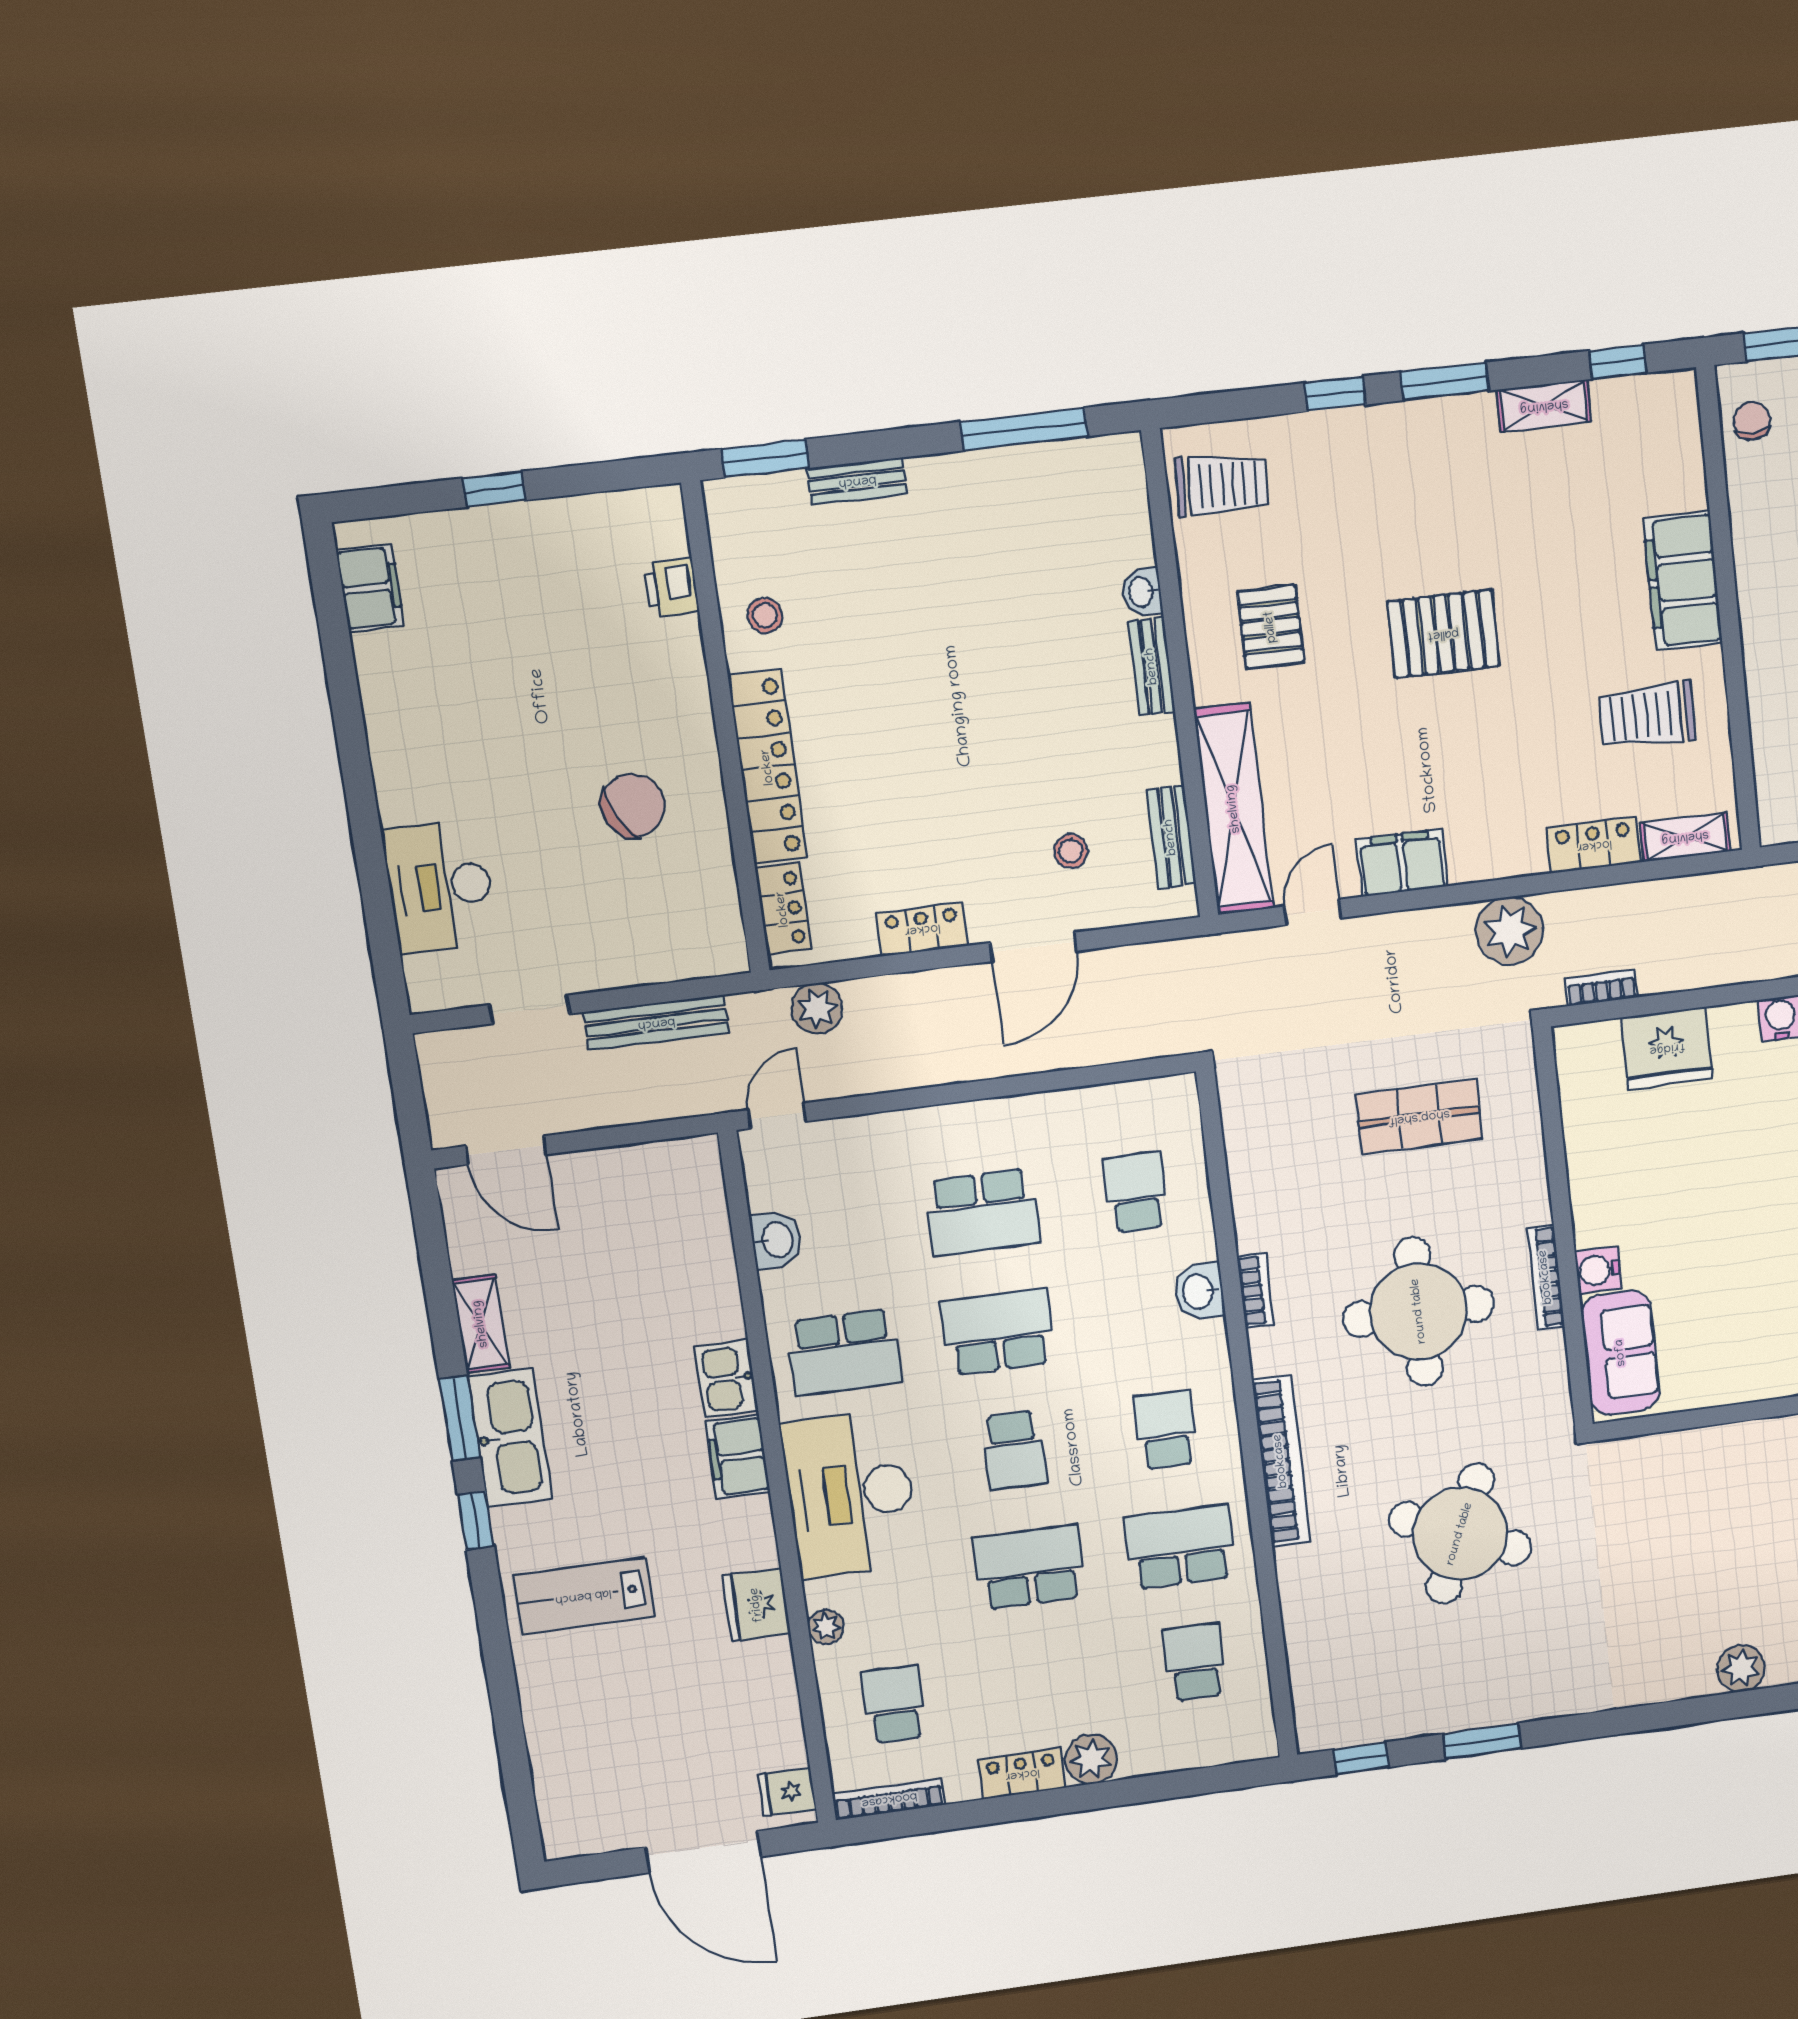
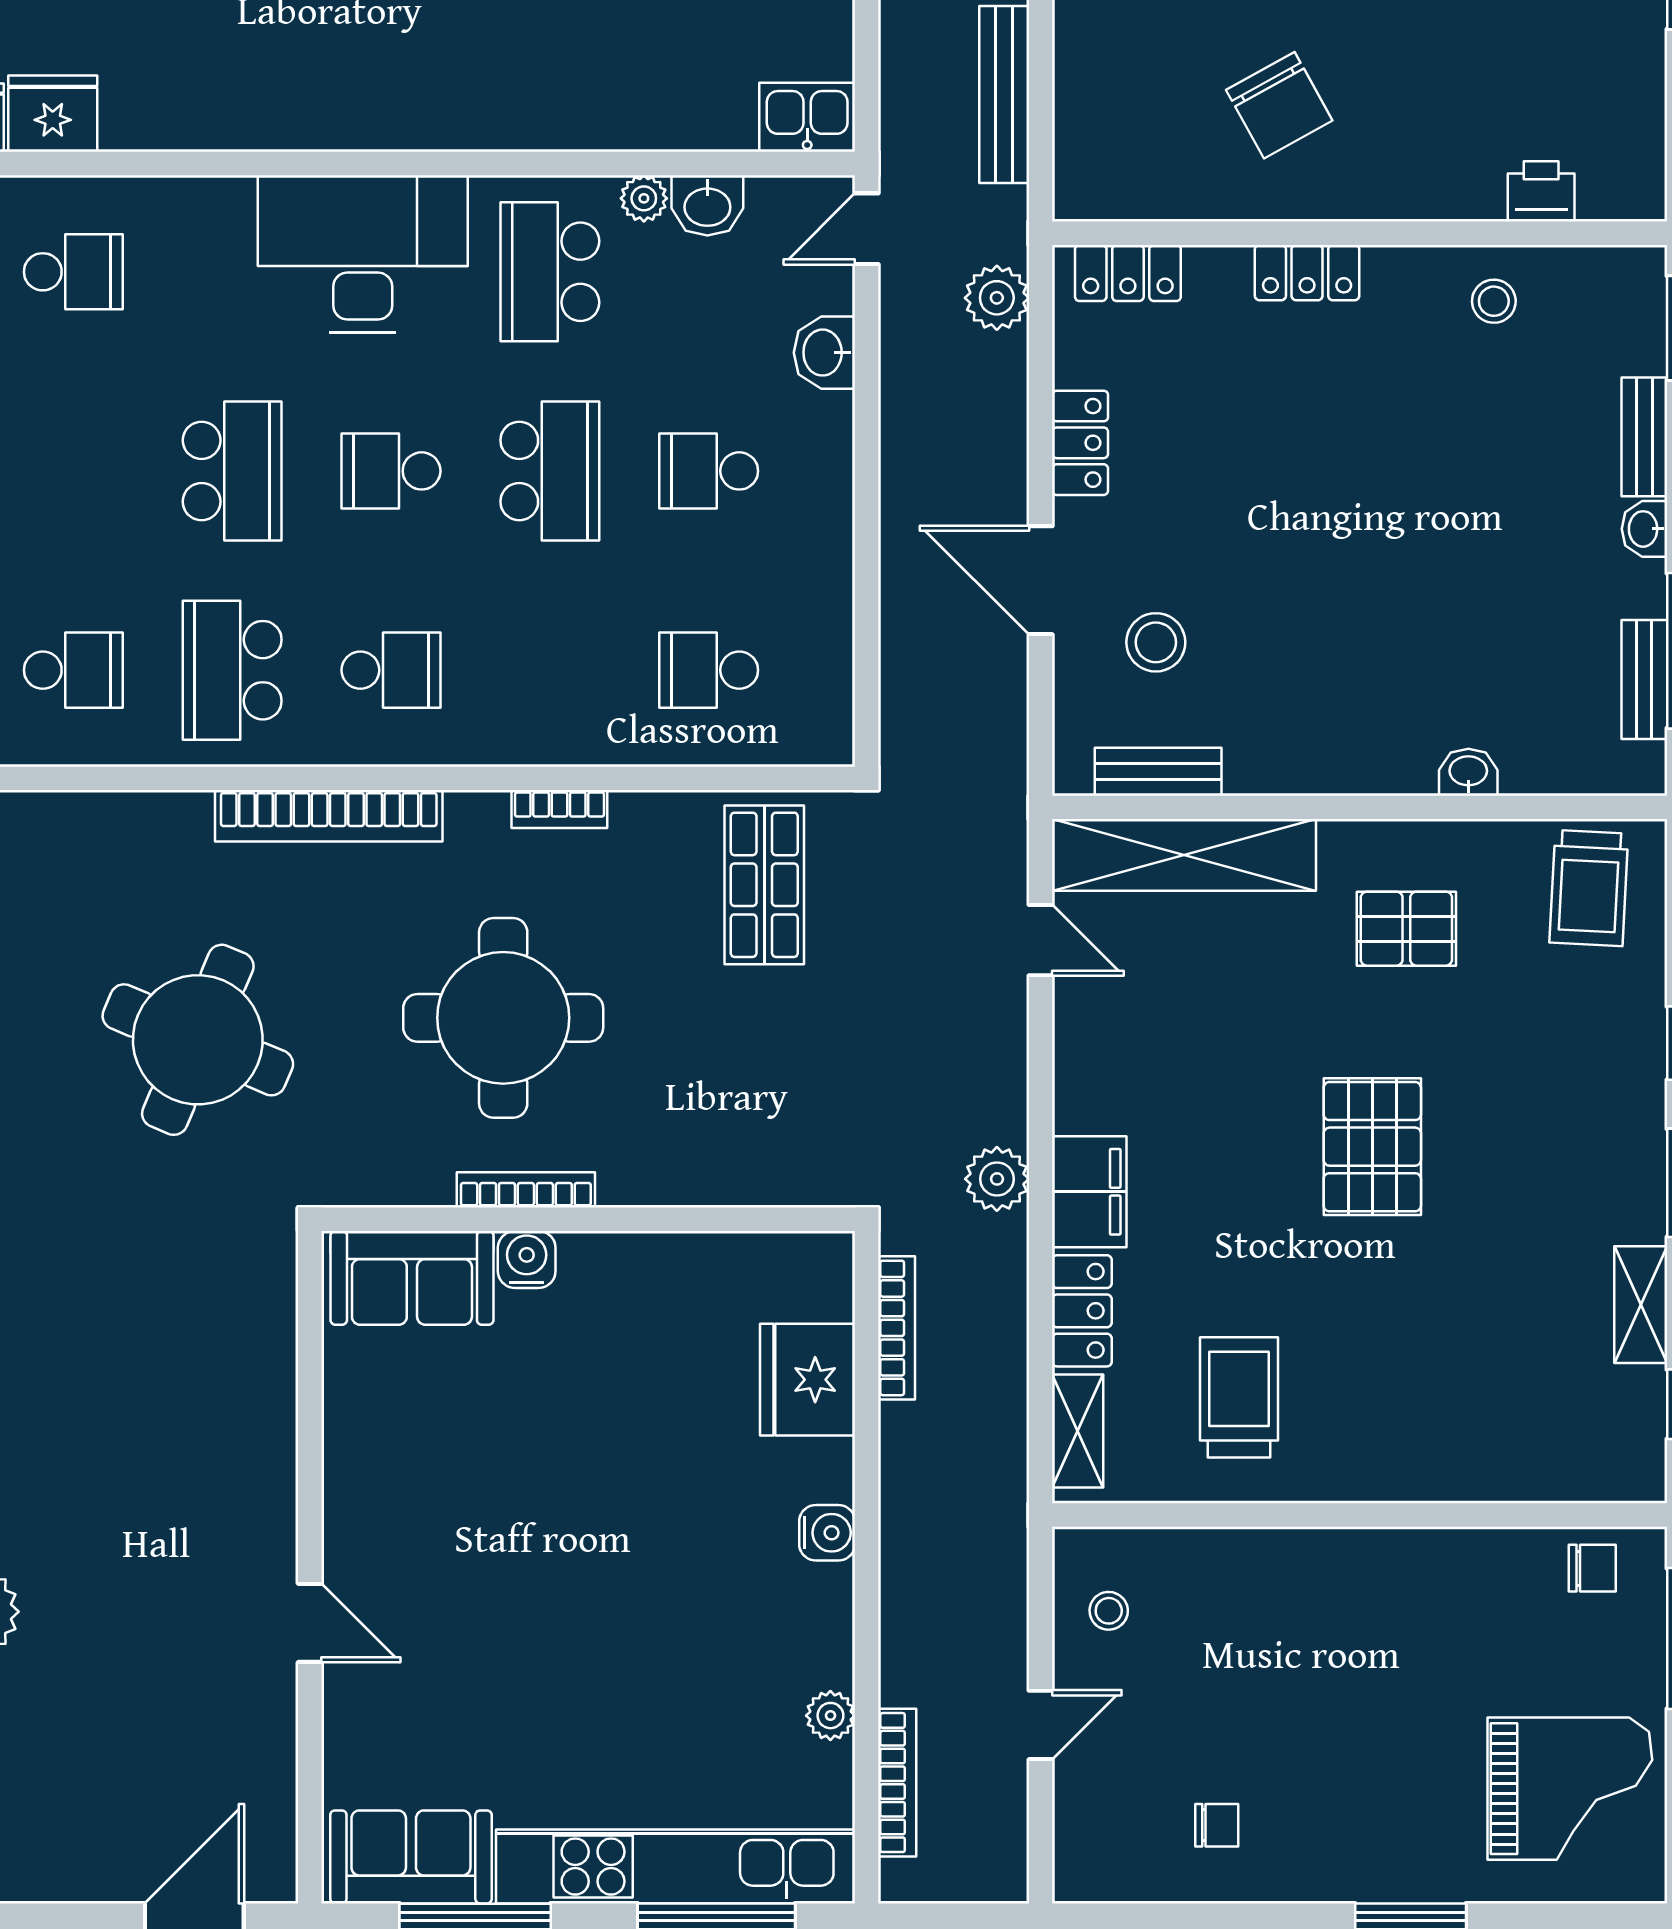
washbasin: (931, 473) -> (1644, 529), added
filing cabinet: (1683, 581) -> (1403, 1460), removed
bench: (1152, 666) -> (1644, 679), moved, turned 90
locker: (768, 767) -> (1307, 273), width x0.46, depth x0.83
stool: (1071, 851) -> (1156, 642), width x1.37, depth x1.37
filing cabinet: (1402, 863) -> (1089, 1192), moved
plant: (1510, 931) -> (997, 1179), width x0.73, depth x0.73
bookcase: (1601, 988) -> (897, 1328), width x1.56
door: (777, 1116) -> (867, 229), swing flipped
shop shelf: (1419, 1117) -> (764, 885), moved
school desk: (1136, 1192) -> (709, 670), turned 180
school desk: (982, 1212) -> (709, 471), width x0.54
washbasin: (1199, 1291) -> (824, 353), moved, turned -90
kitchen sink: (726, 1379) -> (807, 117), moved
filing cabinet: (738, 1457) -> (431, 117), removed
school desk: (1180, 1547) -> (232, 670), turned 180
fridge: (757, 1605) -> (53, 114), moved
plant: (826, 1627) -> (644, 198), moved

